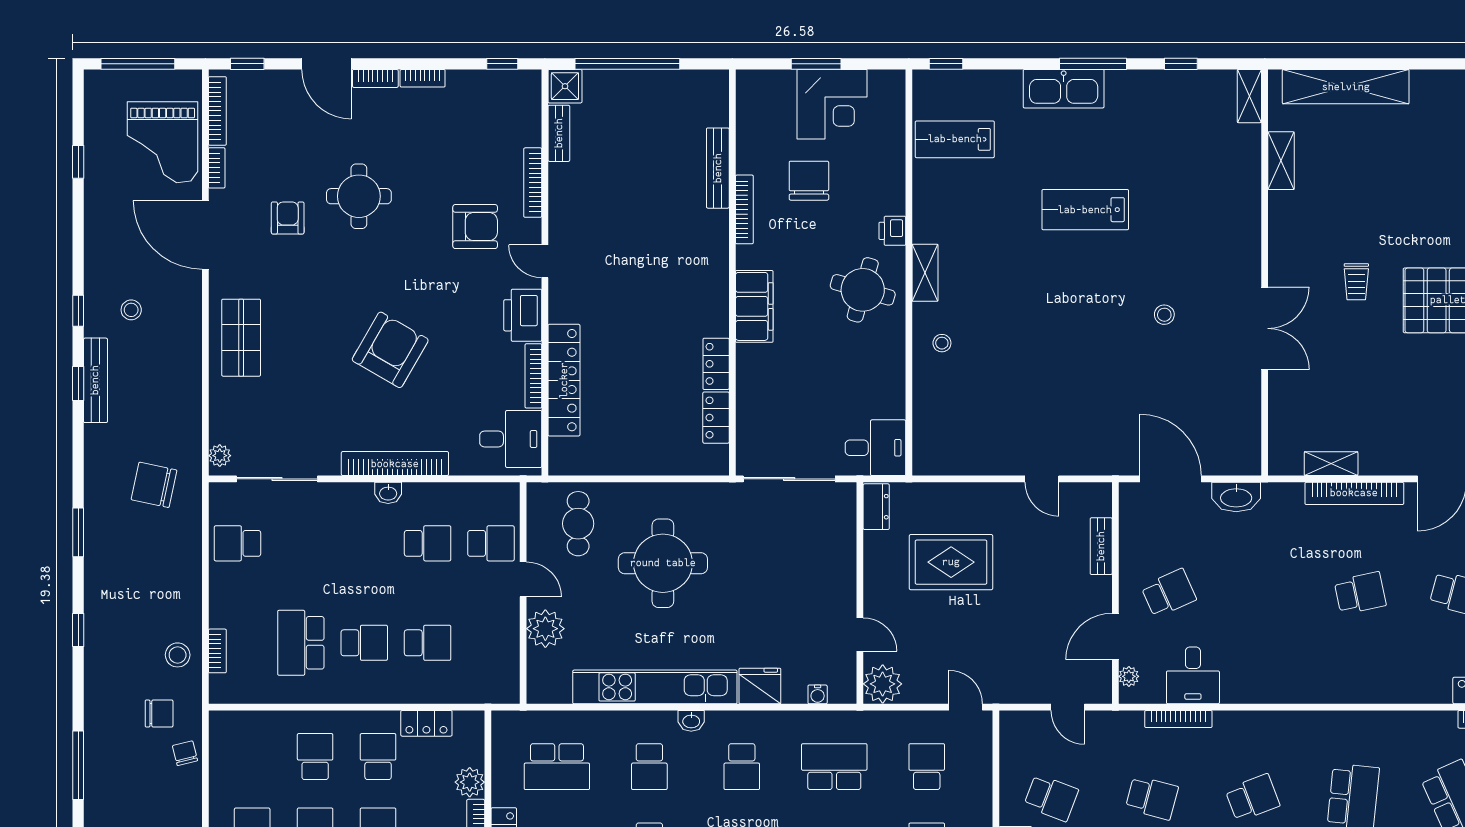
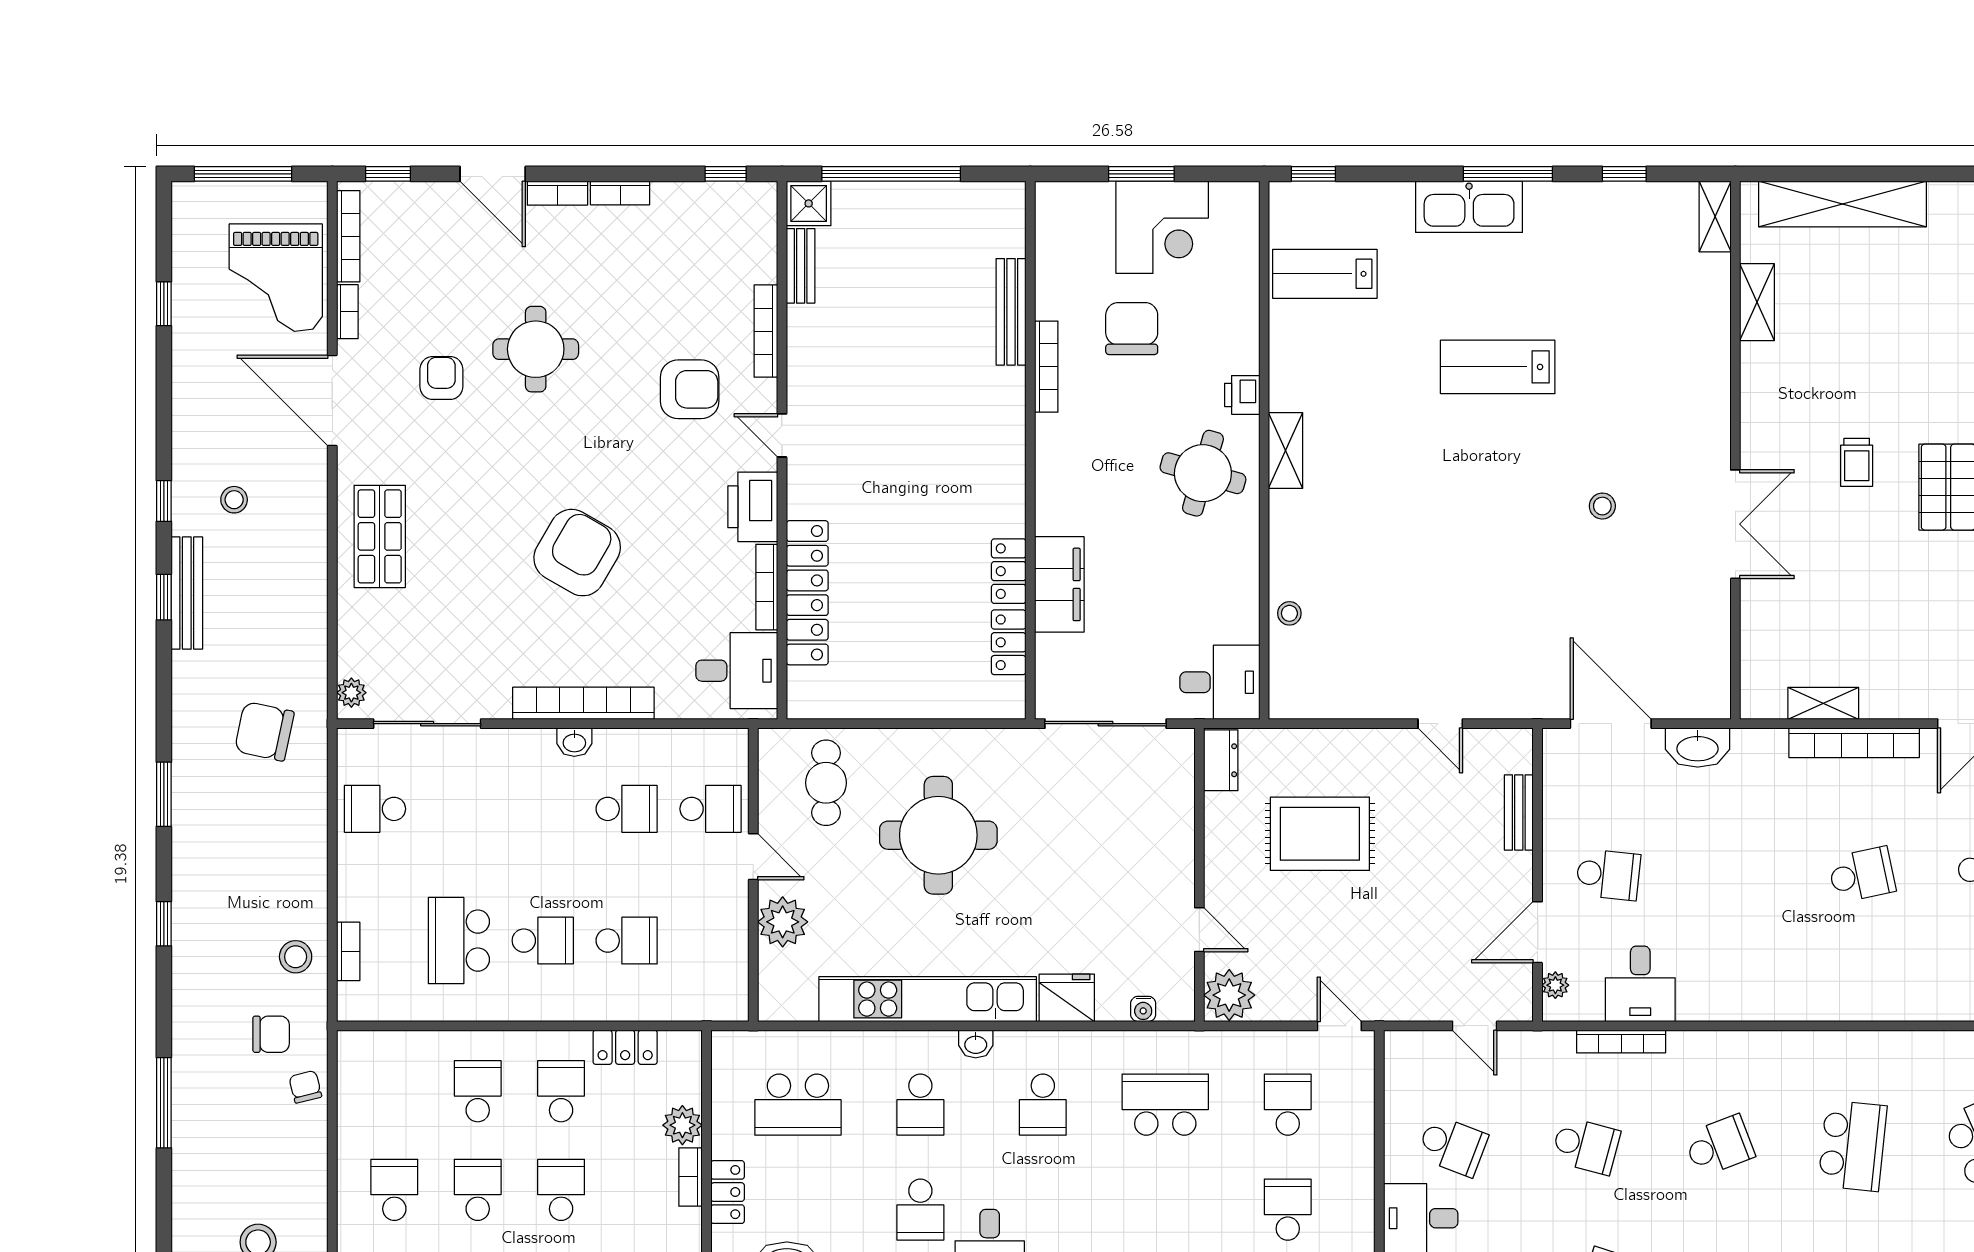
filing cabinet: (754, 306) -> (1059, 584), moved
stool: (942, 343) -> (1289, 613), moved
school desk: (1169, 593) -> (1608, 875), turned 30

